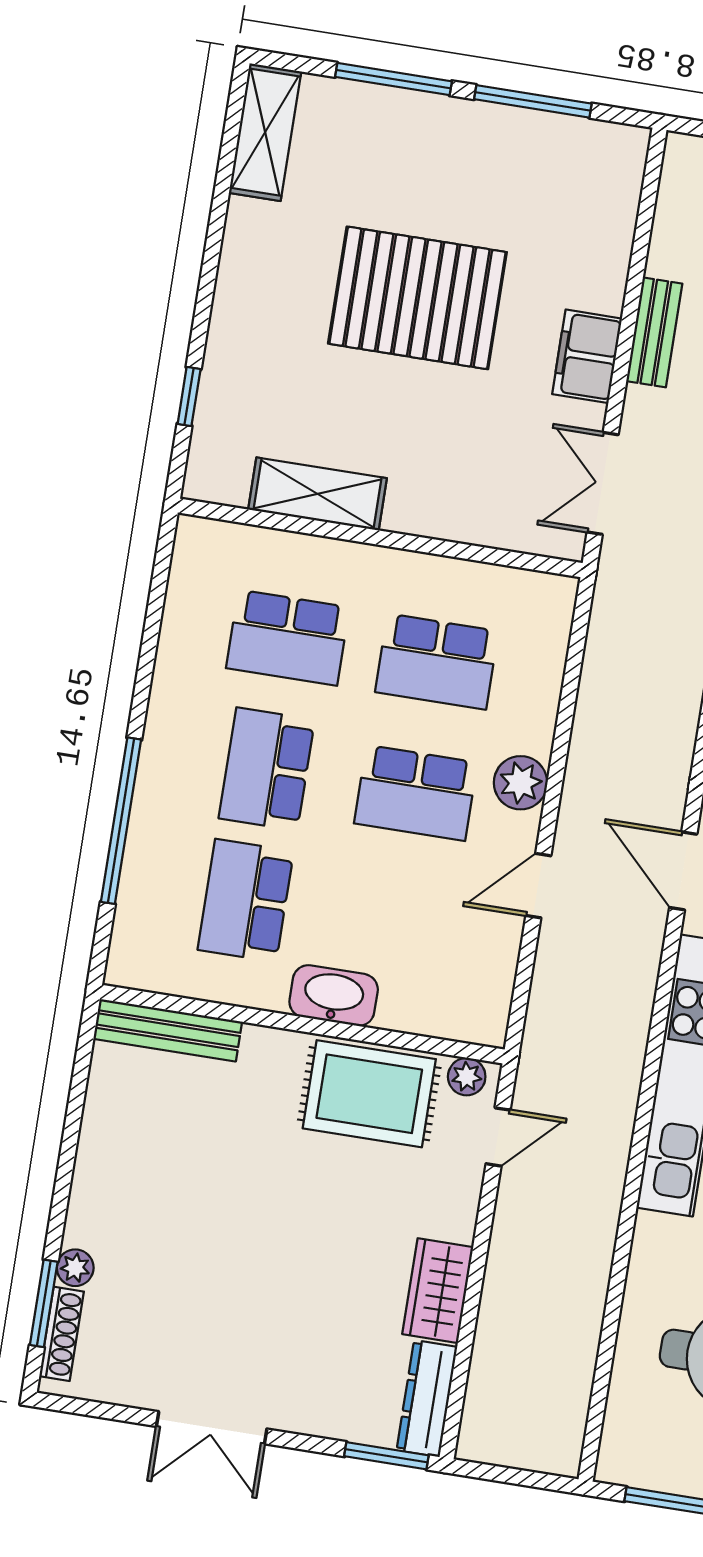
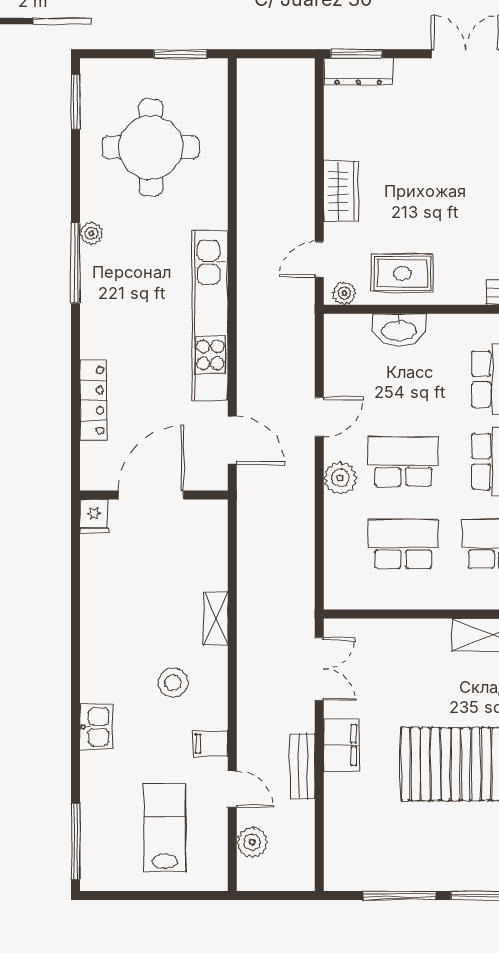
washbasin: (334, 996) -> (399, 330), moved
rug: (369, 1094) -> (402, 273), width x0.73, depth x0.70
wardrobe: (438, 1291) -> (341, 191), moved
dresser: (427, 1399) -> (358, 72), moved, turned 90

